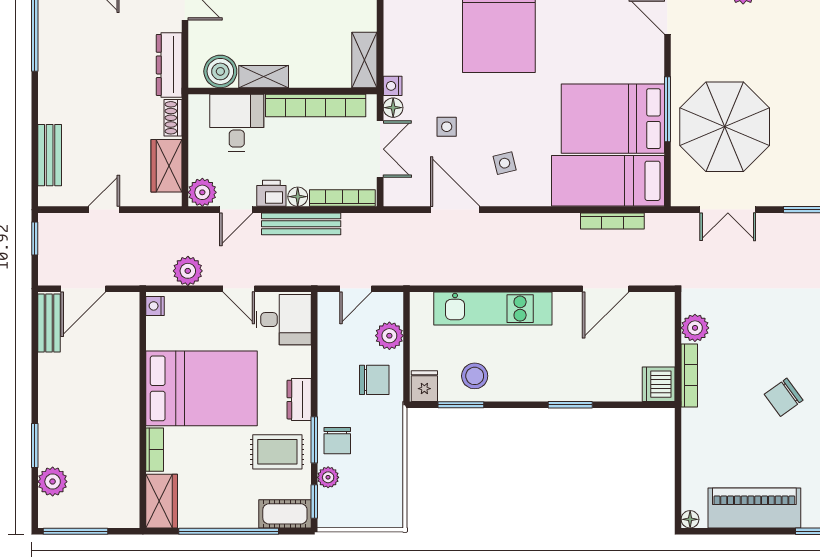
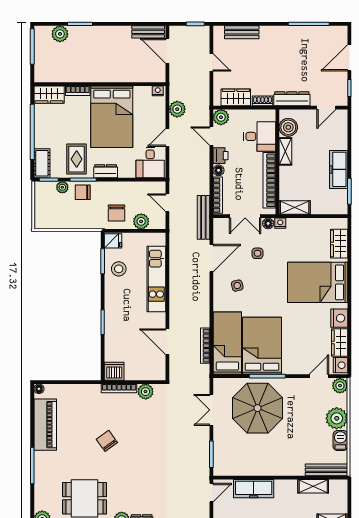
bench: (301, 224) -> (203, 217), moved

